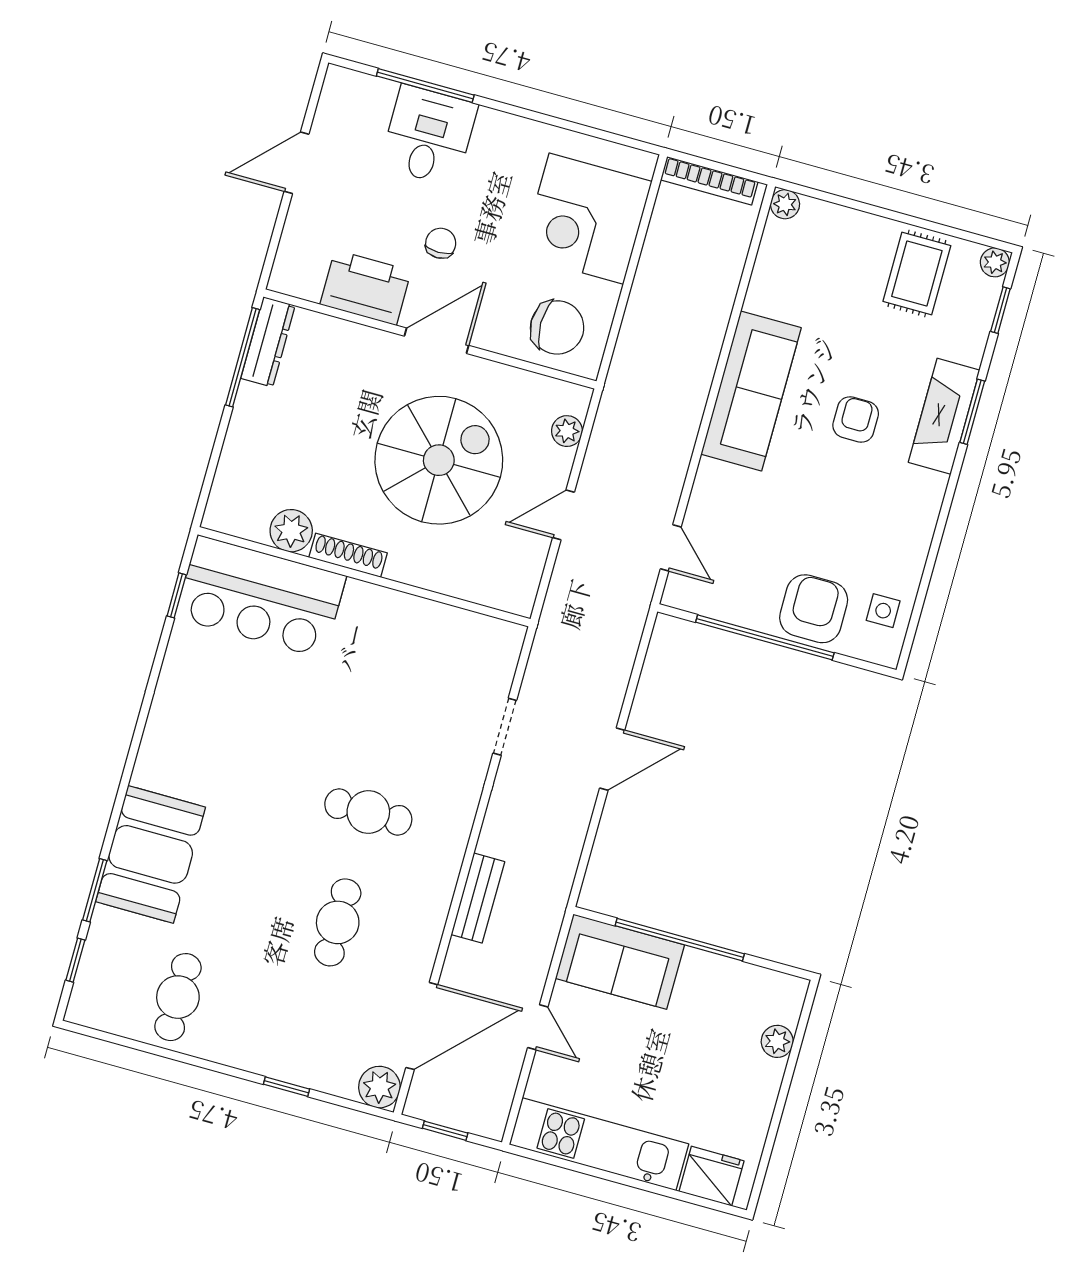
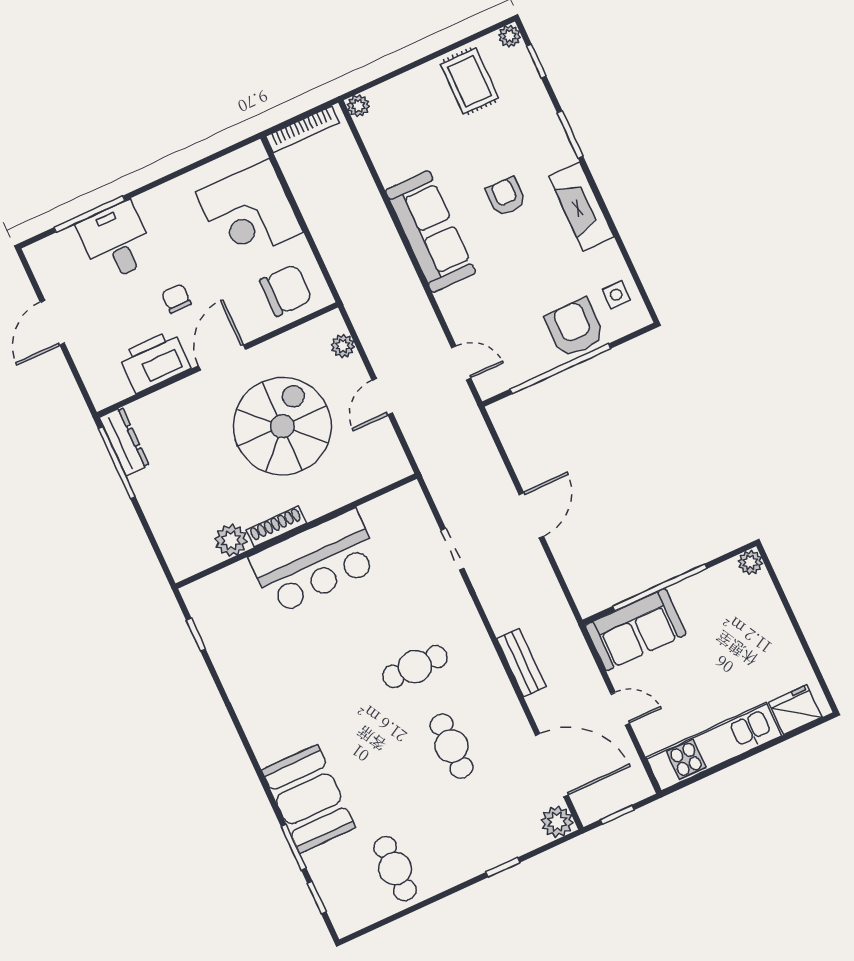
fireplace: (944, 416) -> (581, 207), moved
bar counter: (261, 597) -> (315, 562), moved
door: (422, 1026) -> (552, 765), hinge flipped
plant: (777, 1041) -> (750, 562), moved

